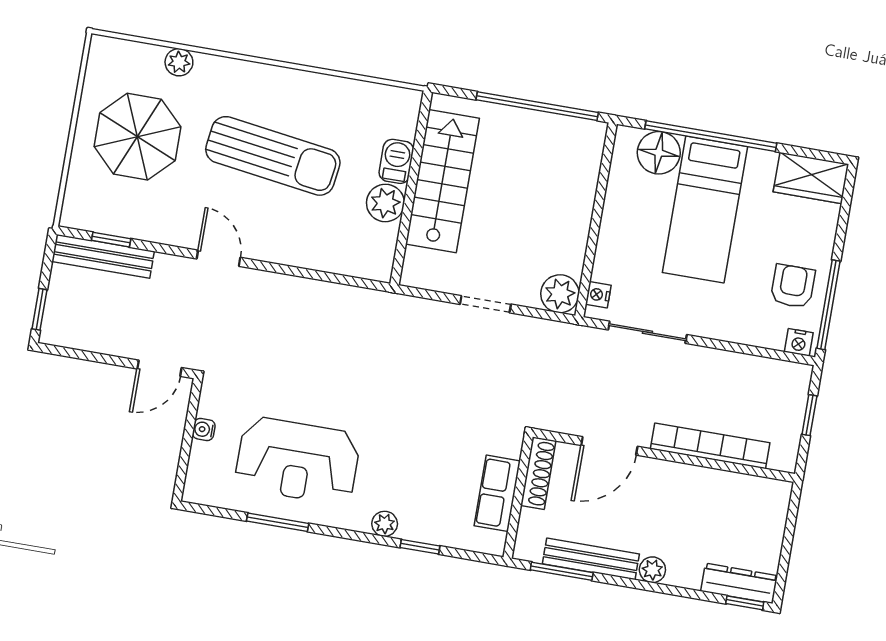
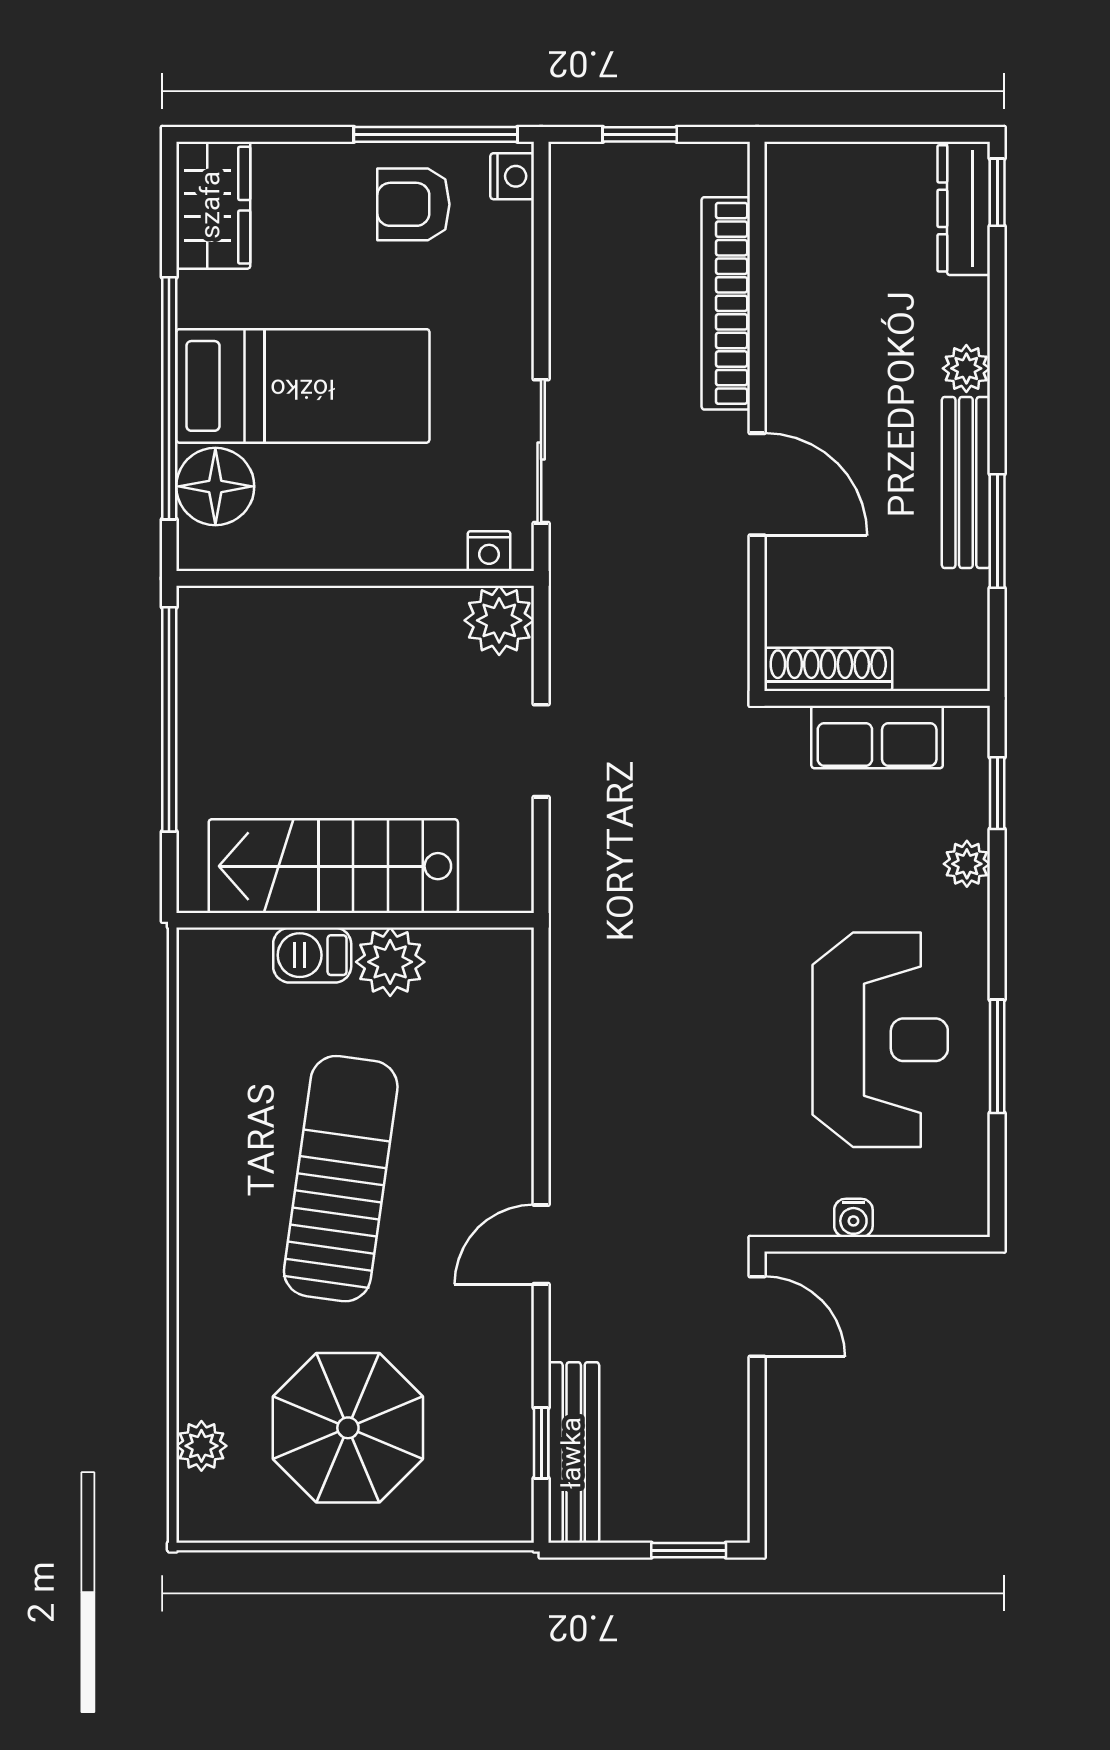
plant: (179, 62) -> (201, 1446), moved
shoe rack: (538, 473) -> (828, 669), moved
row of seats: (497, 493) -> (877, 737), moved
wall: (518, 497) -> (877, 698), moved

